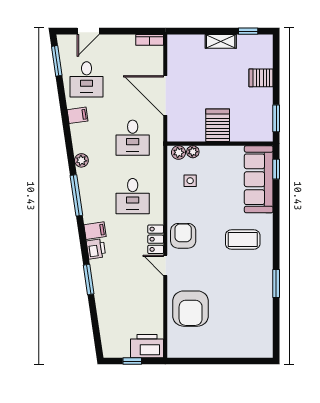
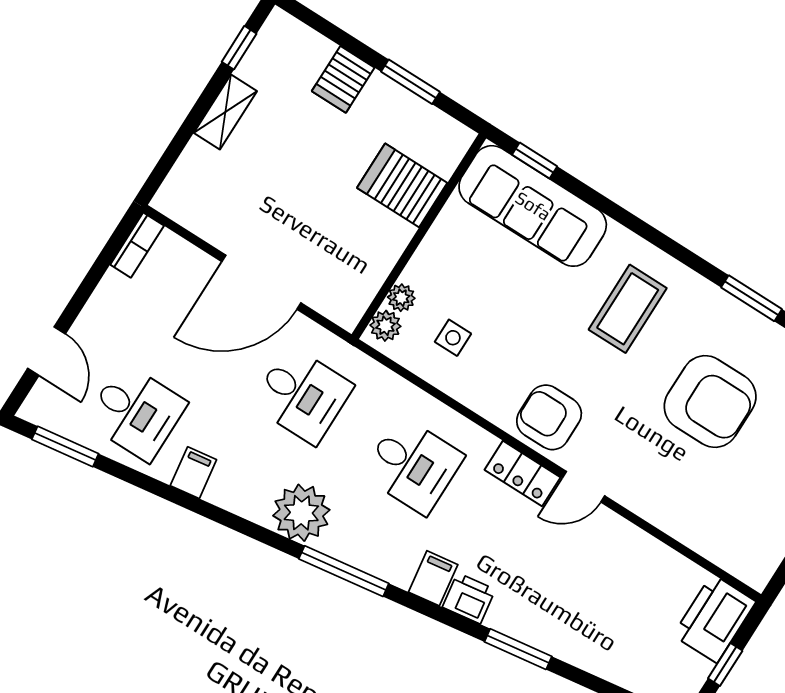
window: (276, 118) -> (410, 82), moved
server rack: (218, 125) -> (402, 185), moved
plant: (81, 160) -> (301, 513), width x1.87, depth x1.87
armchair: (191, 309) -> (710, 402), moved

